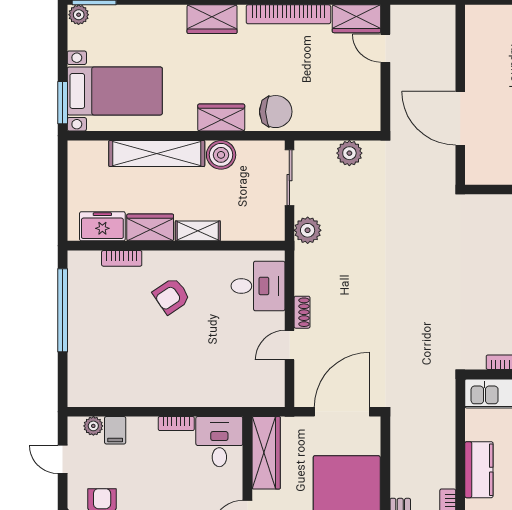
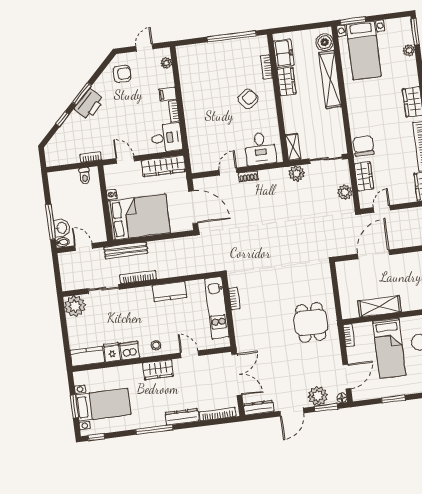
plant: (79, 15) -> (409, 50), moved
door: (385, 48) -> (382, 209), moved
chair: (276, 112) -> (364, 146), turned 180
wardrobe: (221, 118) -> (364, 176), moved
boiler: (221, 155) -> (325, 42), moved
shelving: (198, 231) -> (293, 147), moved
armchair: (171, 296) -> (248, 99), turned 86
door: (289, 345) -> (228, 172), hinge flipped
filing cabinet: (115, 430) -> (168, 94), moved

